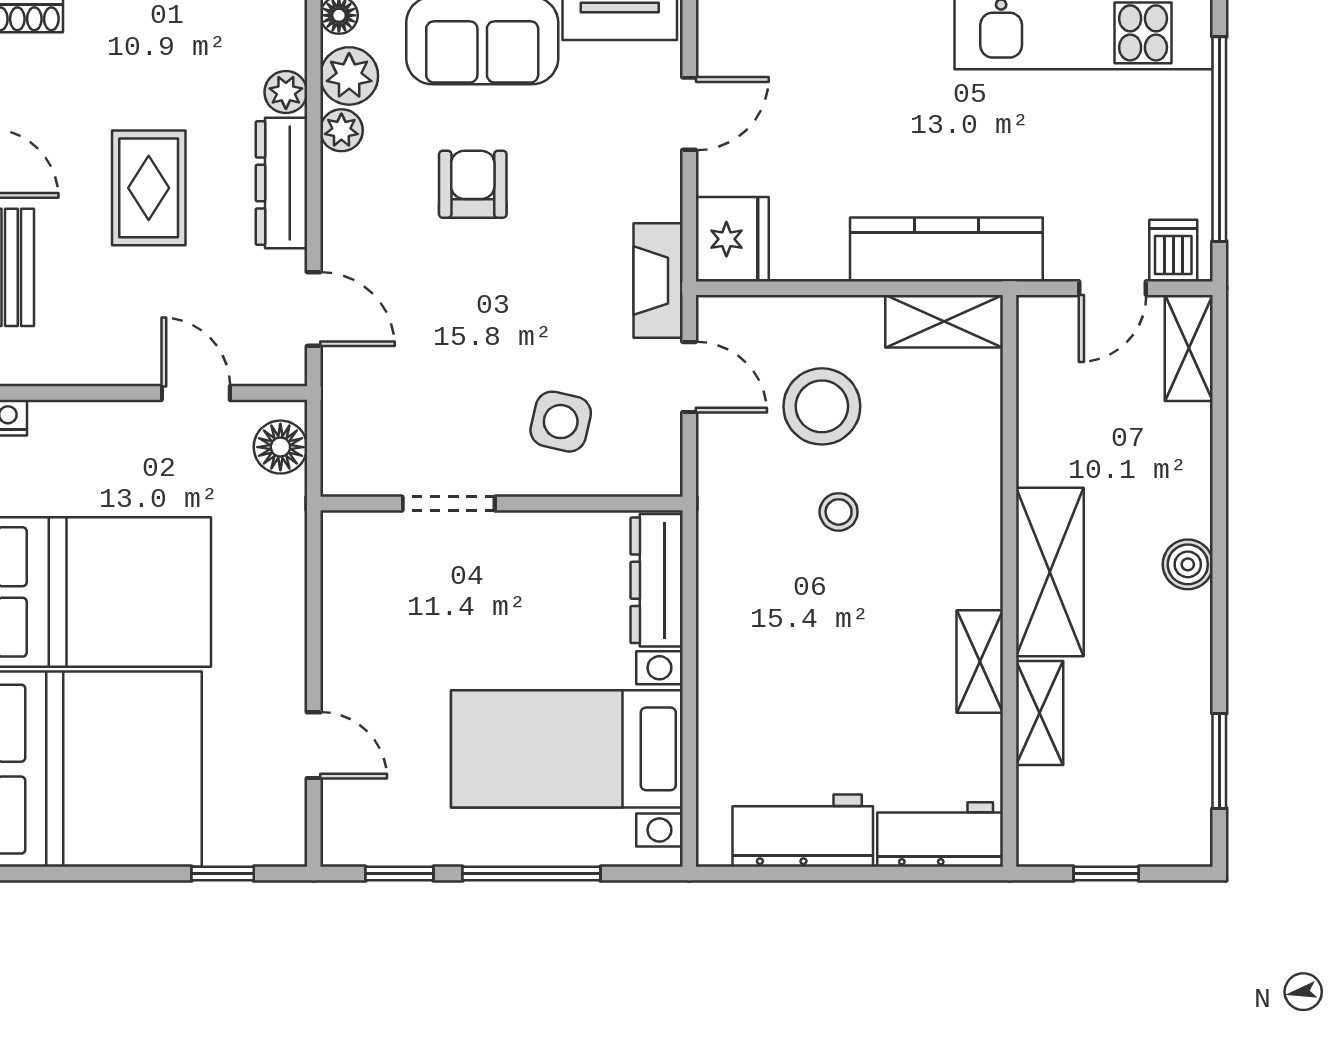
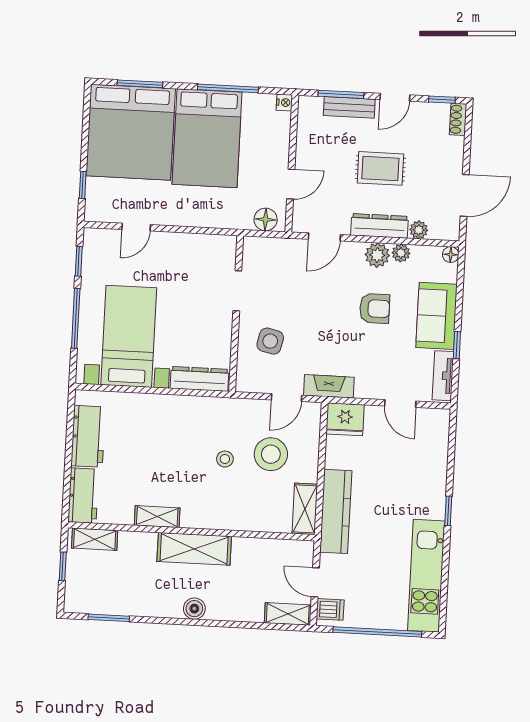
plant: (349, 76) -> (377, 255), moved
shelving: (1040, 713) -> (95, 539), moved

